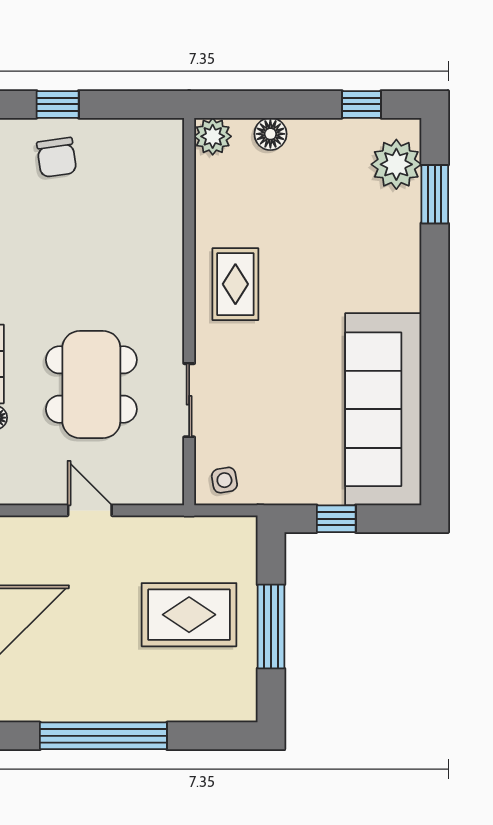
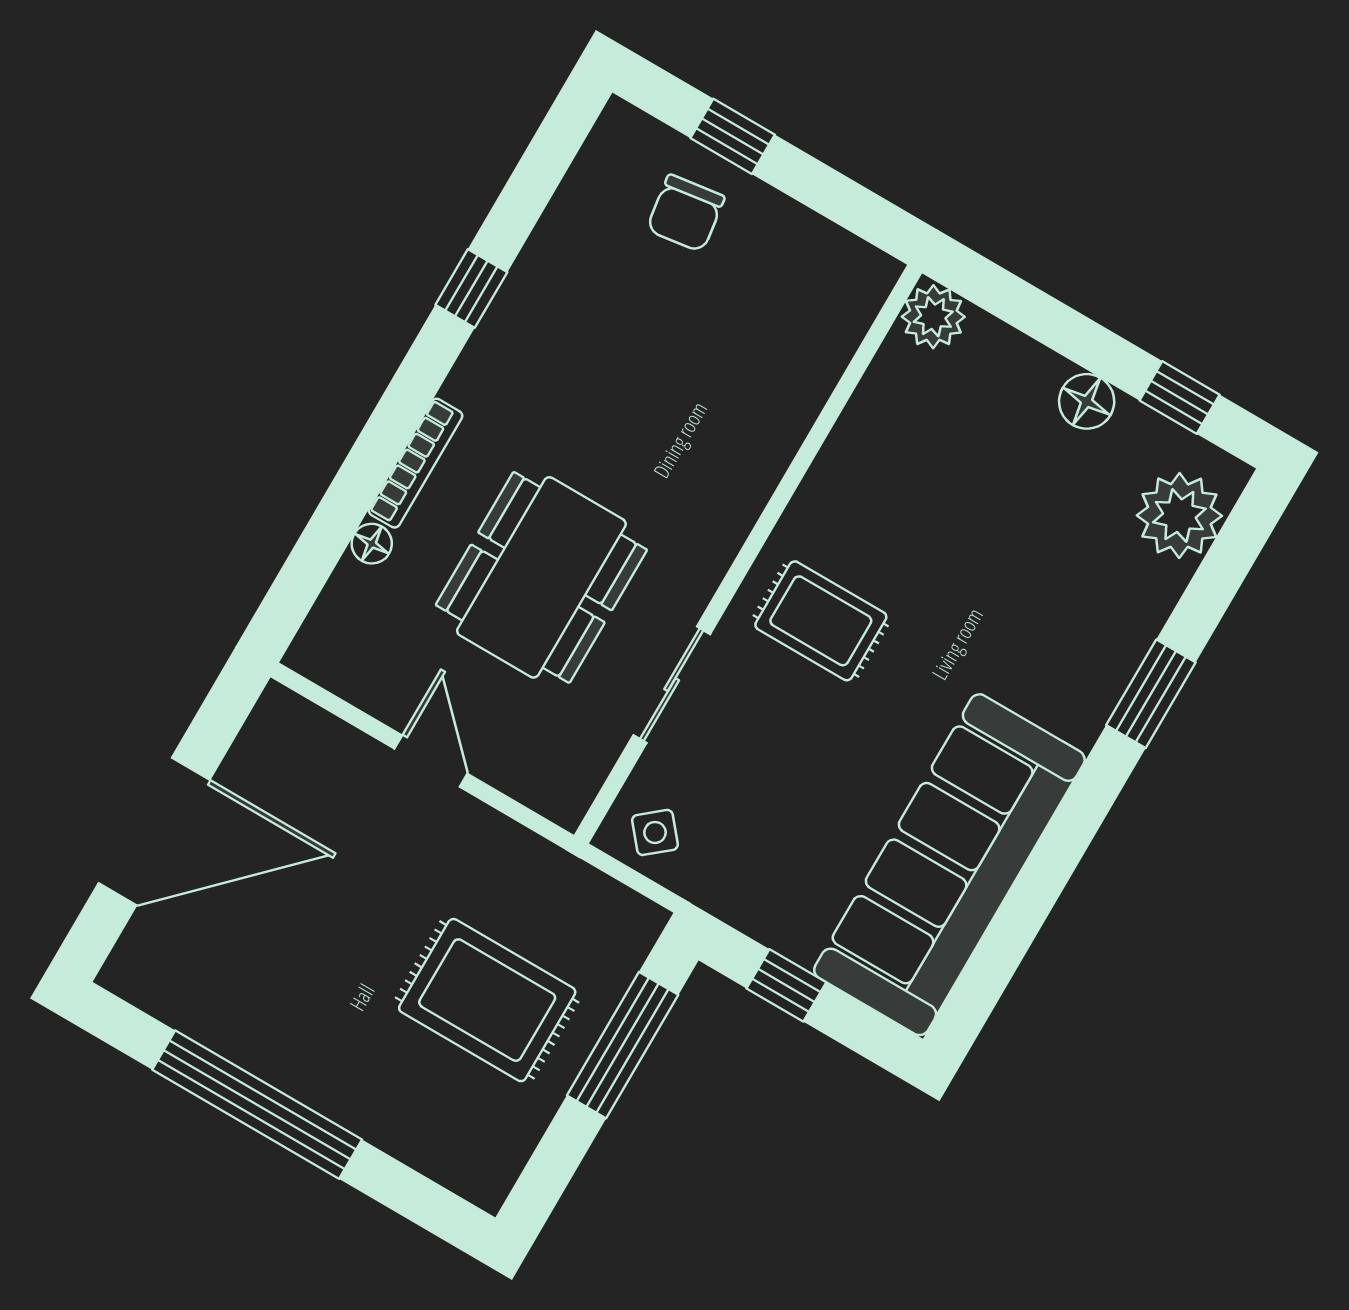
floor lamp: (270, 134) -> (1087, 401), moved
window: (435, 194) -> (1151, 694), moved
rug: (235, 284) -> (821, 621), moved, turned 90
side table: (224, 480) -> (655, 832), turned -30
window: (271, 626) -> (623, 1045), moved

